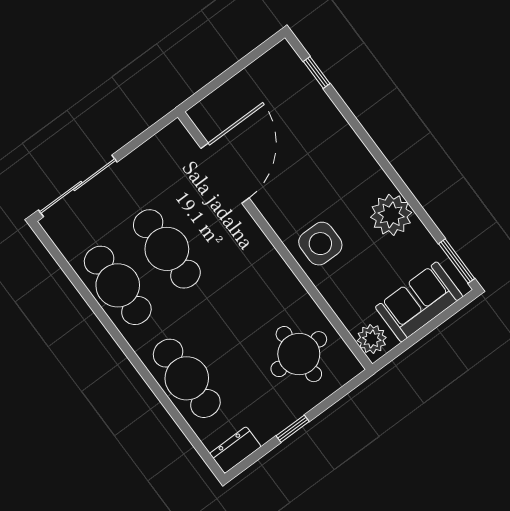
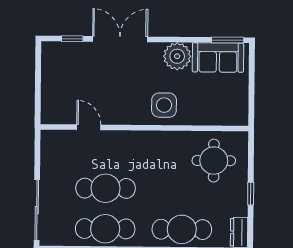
double door: (360, 130) -> (120, 39), added
door: (225, 173) -> (89, 127), width x0.53
sofa: (419, 302) -> (218, 57), moved, turned -90
plant: (372, 339) -> (235, 116), removed

